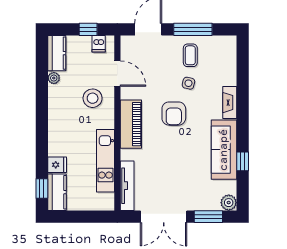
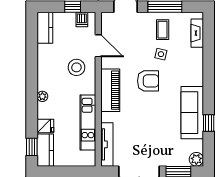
plant: (54, 78) -> (42, 96), moved
fireplace: (230, 103) -> (197, 33), moved
armchair: (174, 114) -> (148, 81), turned -90

